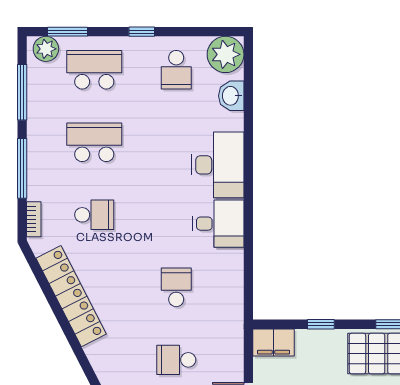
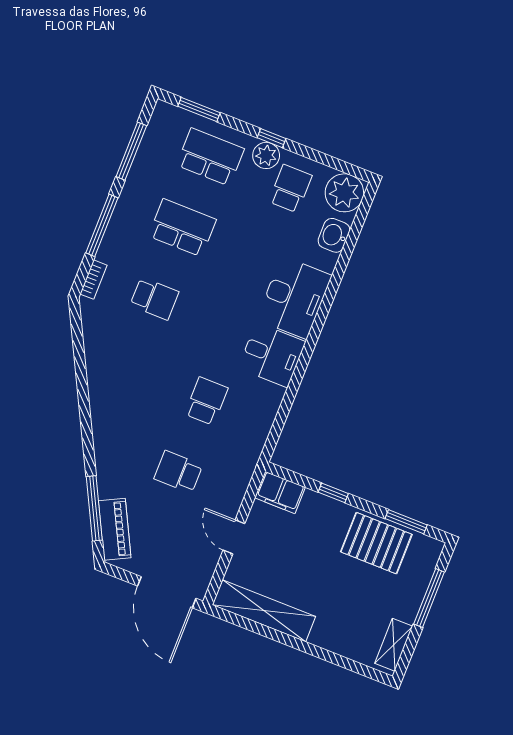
plant: (46, 49) -> (266, 155), moved
school desk: (176, 70) -> (290, 189), turned 180
locker: (71, 296) -> (100, 369), removed

